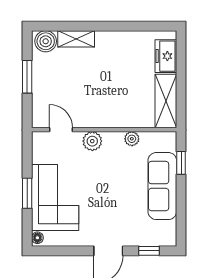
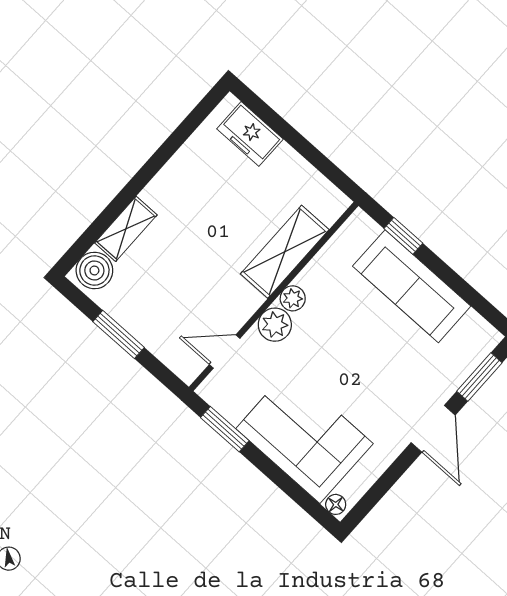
shelving: (166, 101) -> (285, 252), moved, turned 90
plant: (132, 139) -> (293, 298), moved
window: (27, 193) -> (225, 429), moved
window: (149, 251) -> (479, 377), width x1.50

